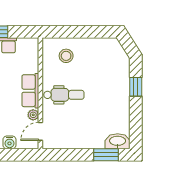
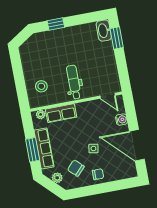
row of seats: (30, 91) -> (61, 113), moved
plant: (33, 115) -> (41, 115), moved

